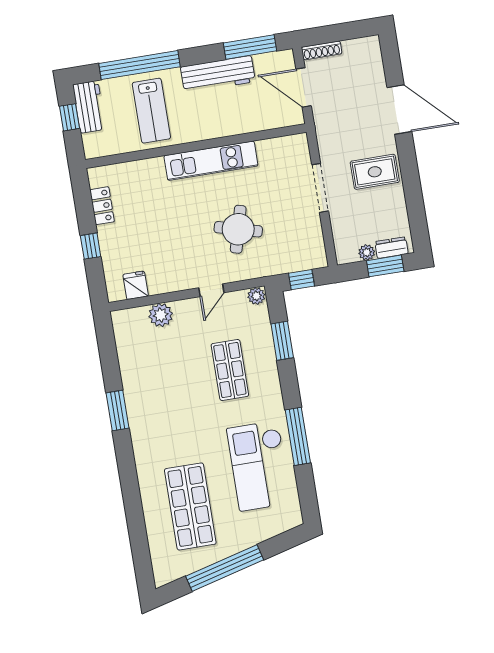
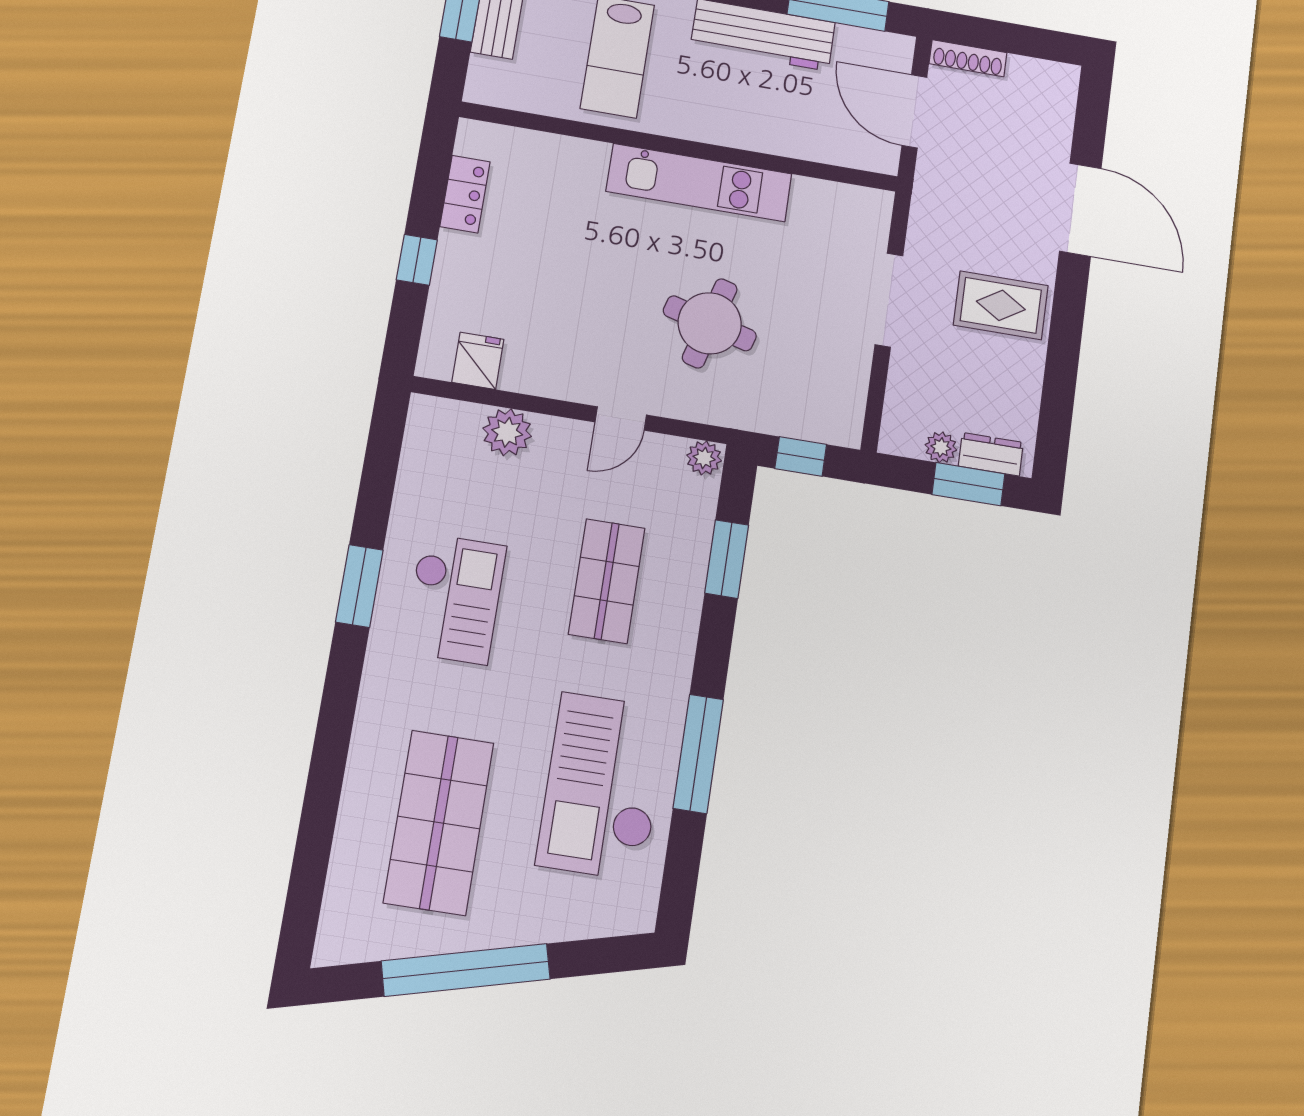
checkout: (163, 402) -> (454, 599), added

